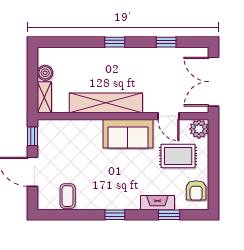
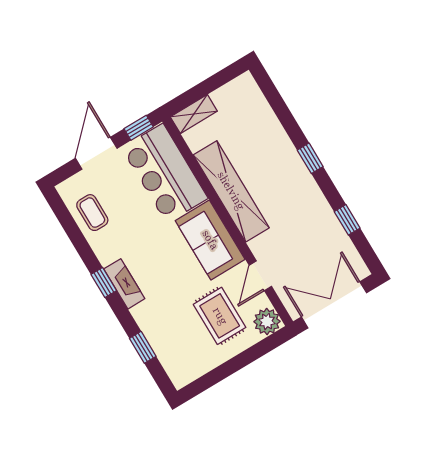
boiler: (45, 73) -> (224, 97), removed
bar counter: (70, 137) -> (165, 173), added
armchair: (196, 190) -> (191, 362), removed
coffee table: (68, 196) -> (92, 213), turned 90
fireplace: (157, 203) -> (124, 284), moved

